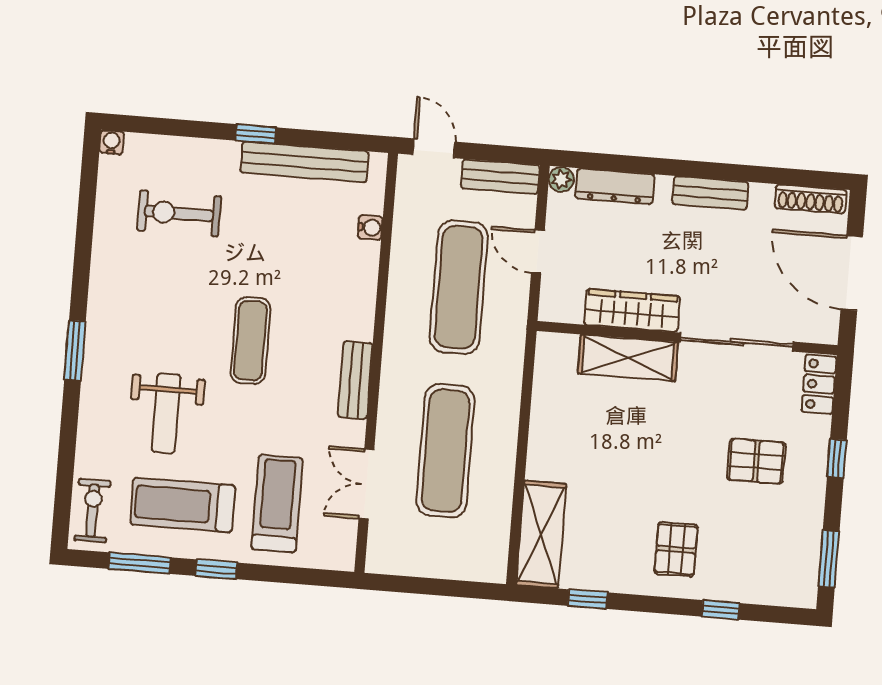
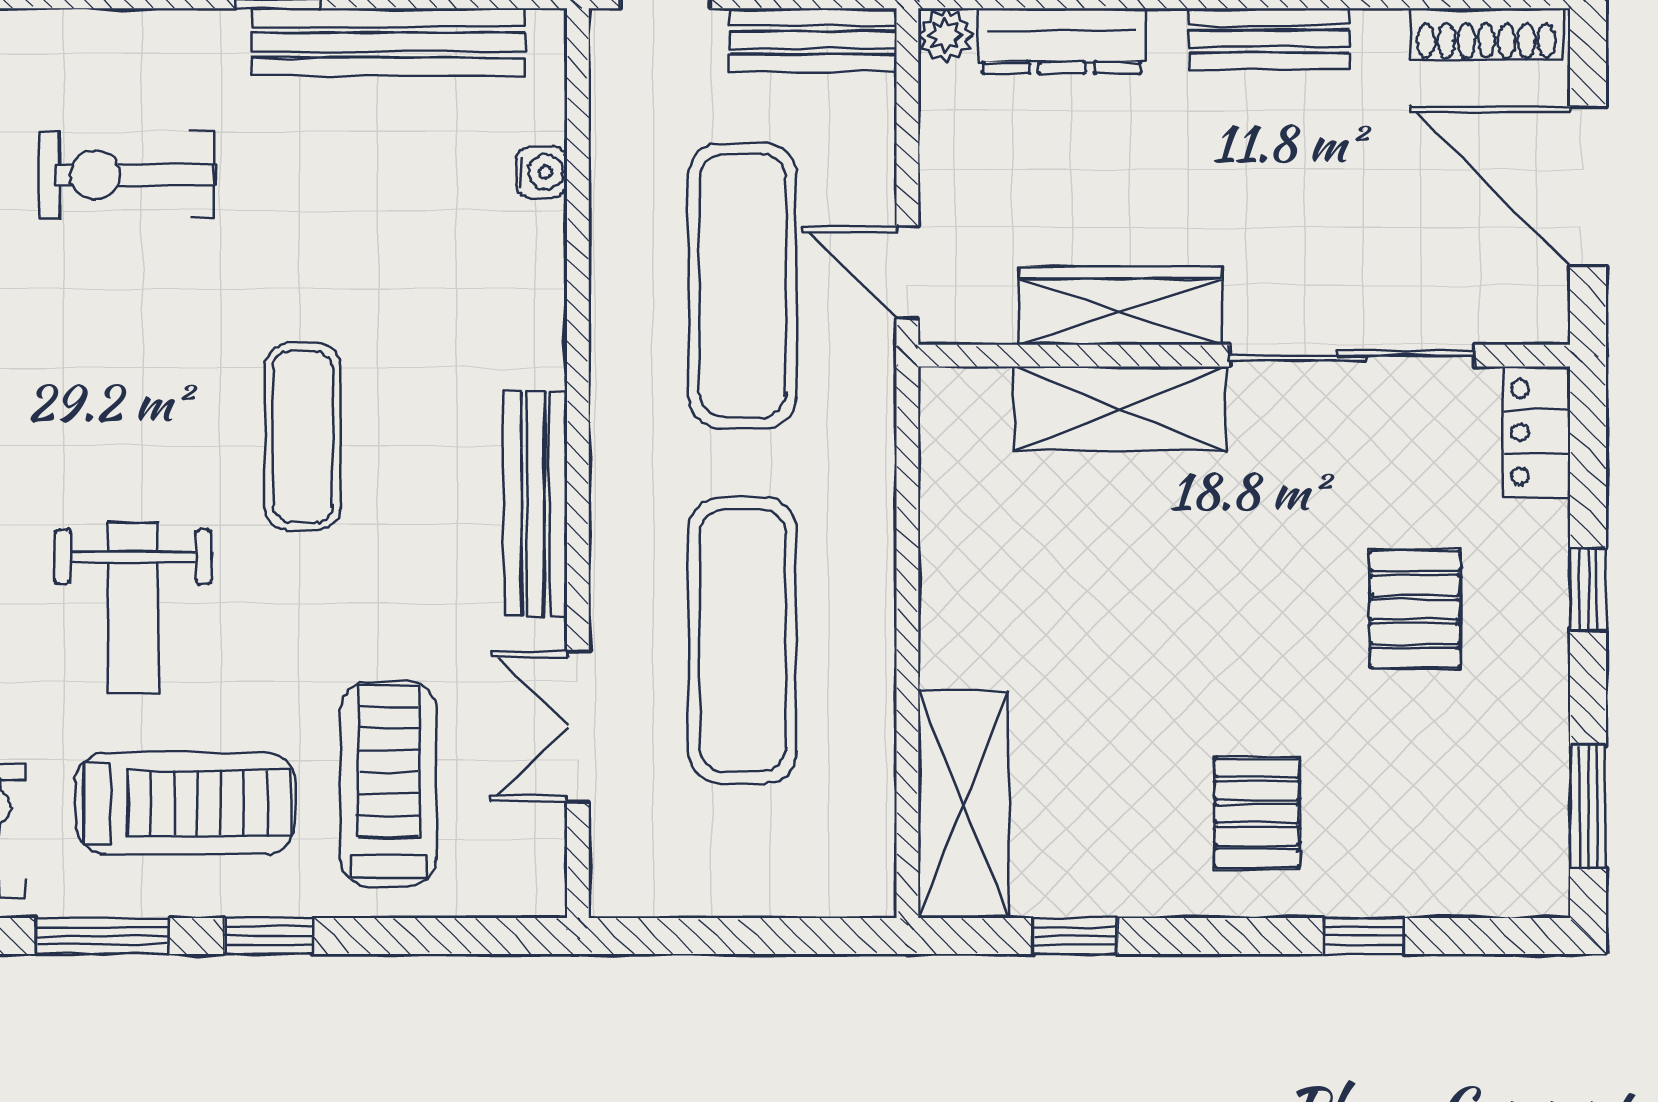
door: (538, 252) -> (907, 273), moved
bench: (355, 380) -> (535, 504), width x1.36
pallet: (756, 461) -> (1415, 609), turned 90
treadmill: (183, 505) -> (185, 803), turned 180

